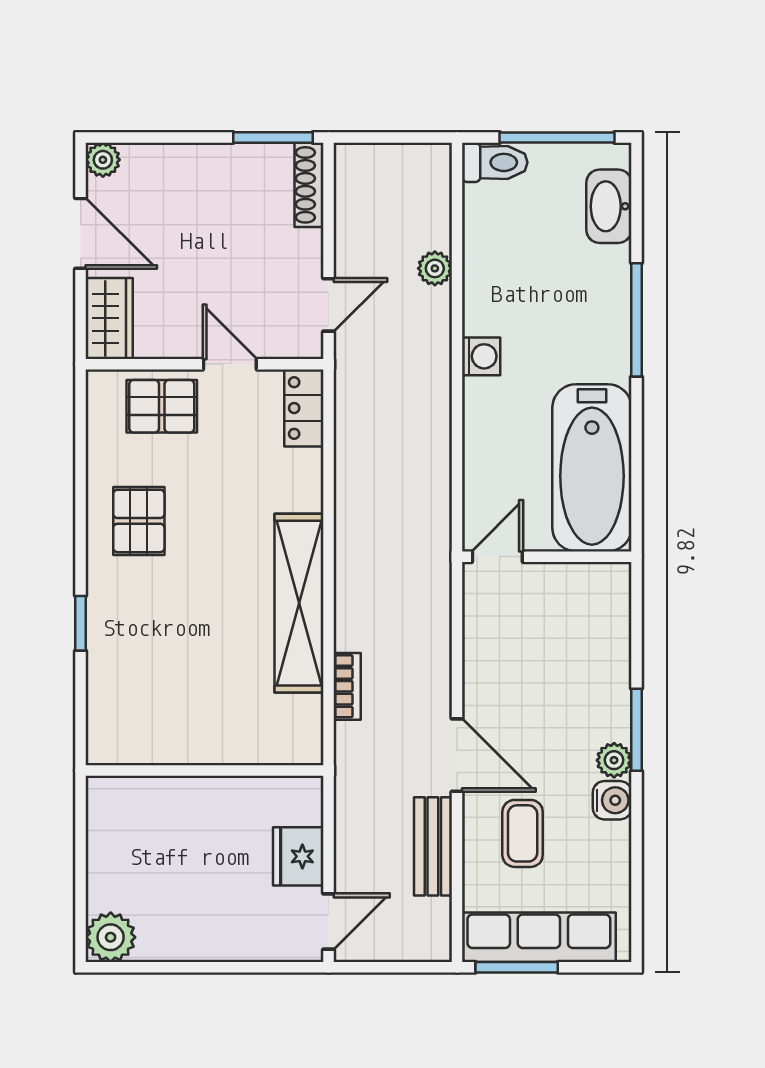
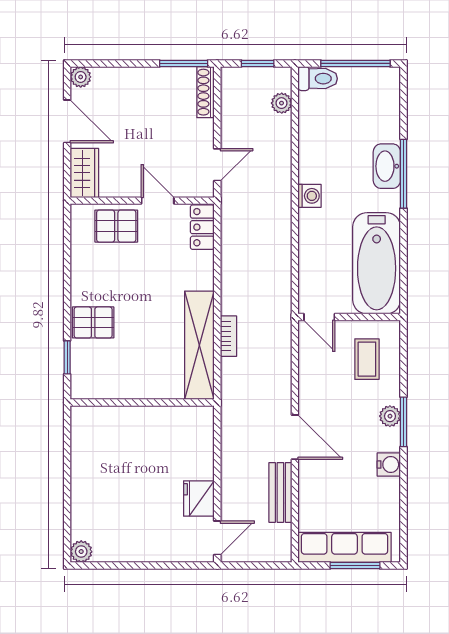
window: (395, 137) -> (258, 63), added
washbasin: (609, 206) -> (387, 166), moved
plant: (435, 268) -> (282, 103), moved
pallet: (139, 521) -> (93, 322), moved, turned 90
door: (497, 557) -> (319, 317), swing flipped
bookcase: (347, 686) -> (228, 336), moved
plant: (614, 760) -> (390, 416), moved
wall: (205, 770) -> (142, 403), moved
coffee table: (523, 833) -> (367, 359), moved
plant: (111, 937) -> (81, 552), width x0.73, depth x0.73
window: (517, 967) -> (355, 566), moved

